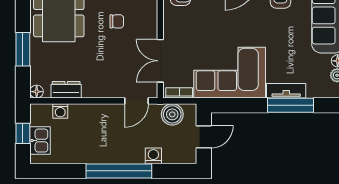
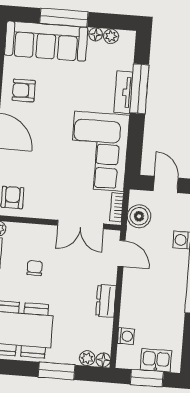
plant: (37, 77) -> (87, 358), added
dresser: (66, 90) -> (106, 301), moved
window: (23, 133) -> (147, 378), width x1.50

